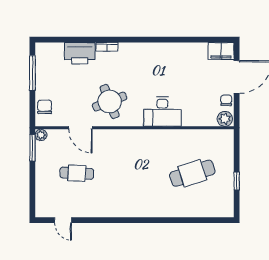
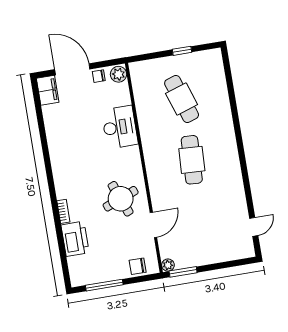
desk: (162, 112) -> (120, 127), moved
cafe table: (77, 173) -> (192, 160), moved, width x1.37, depth x1.35

